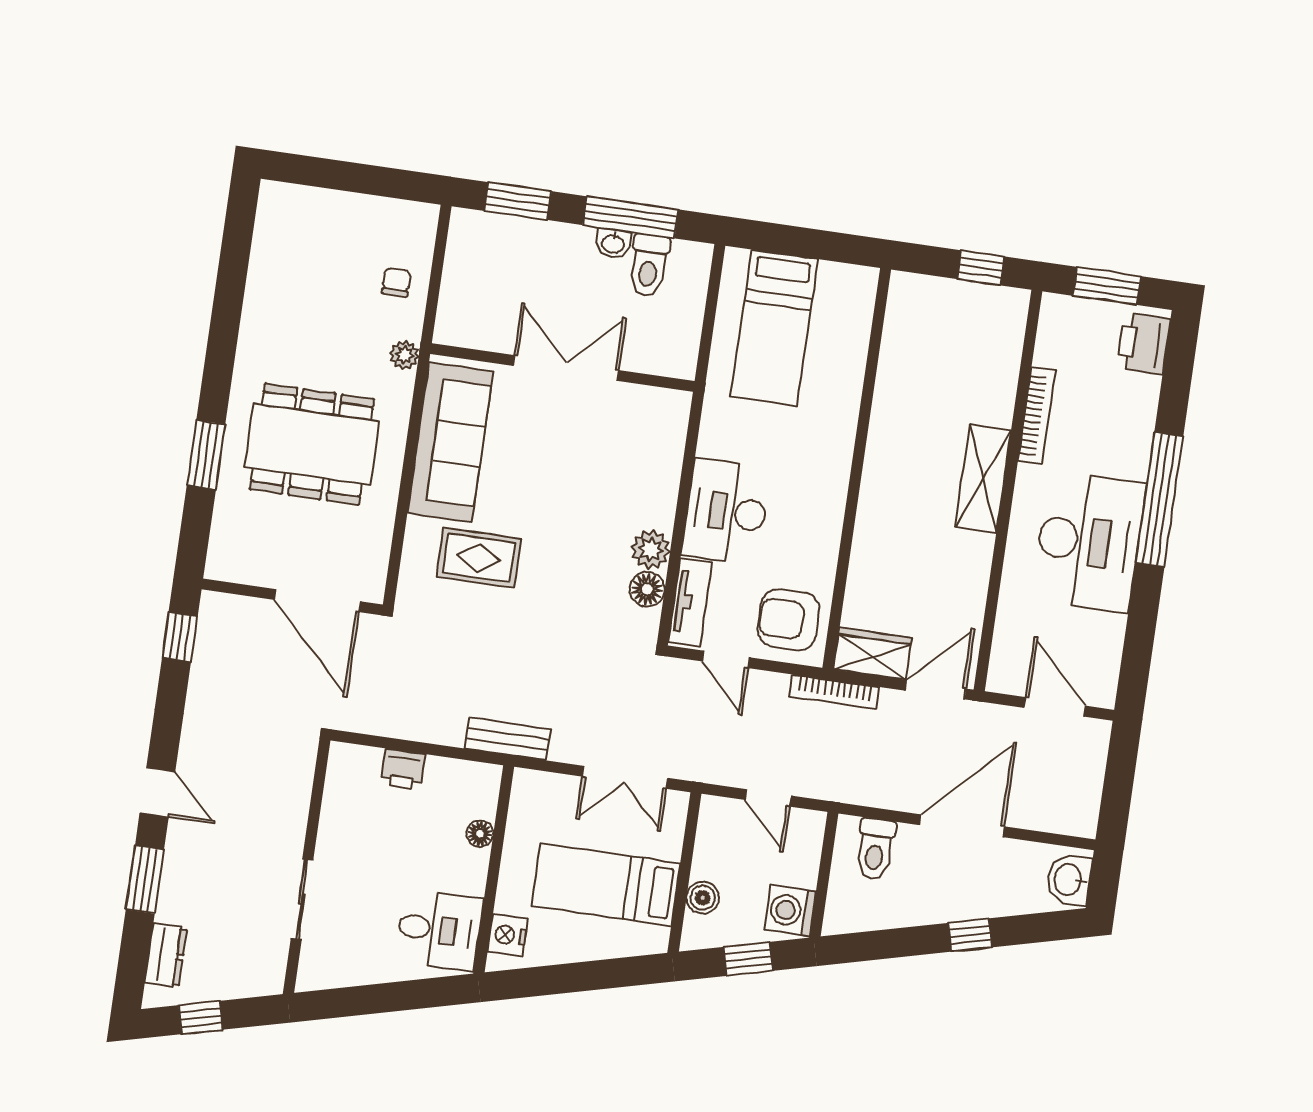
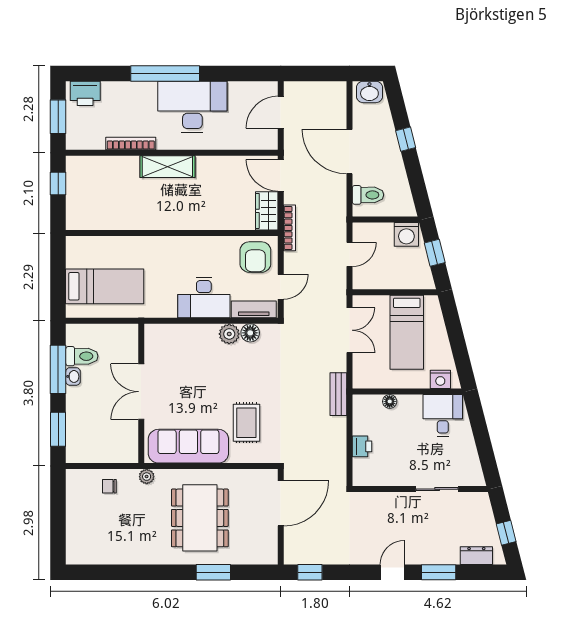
boiler: (703, 898) -> (406, 281), removed

